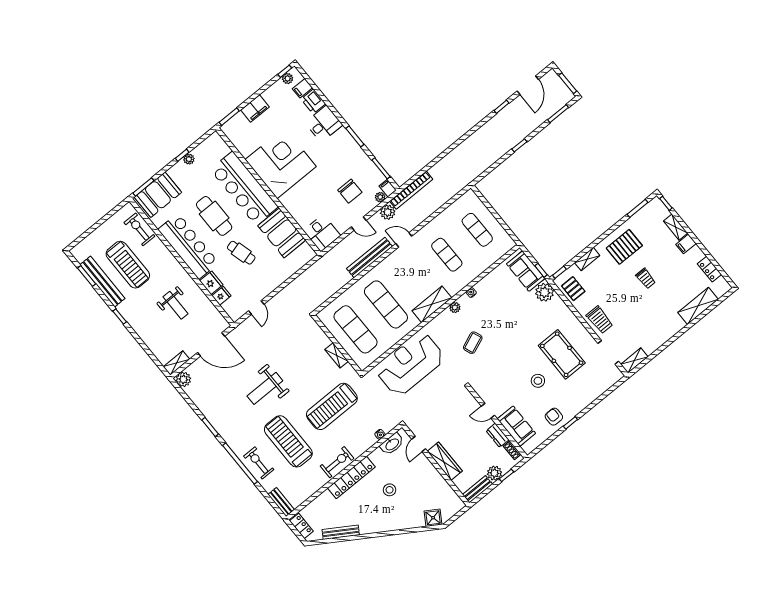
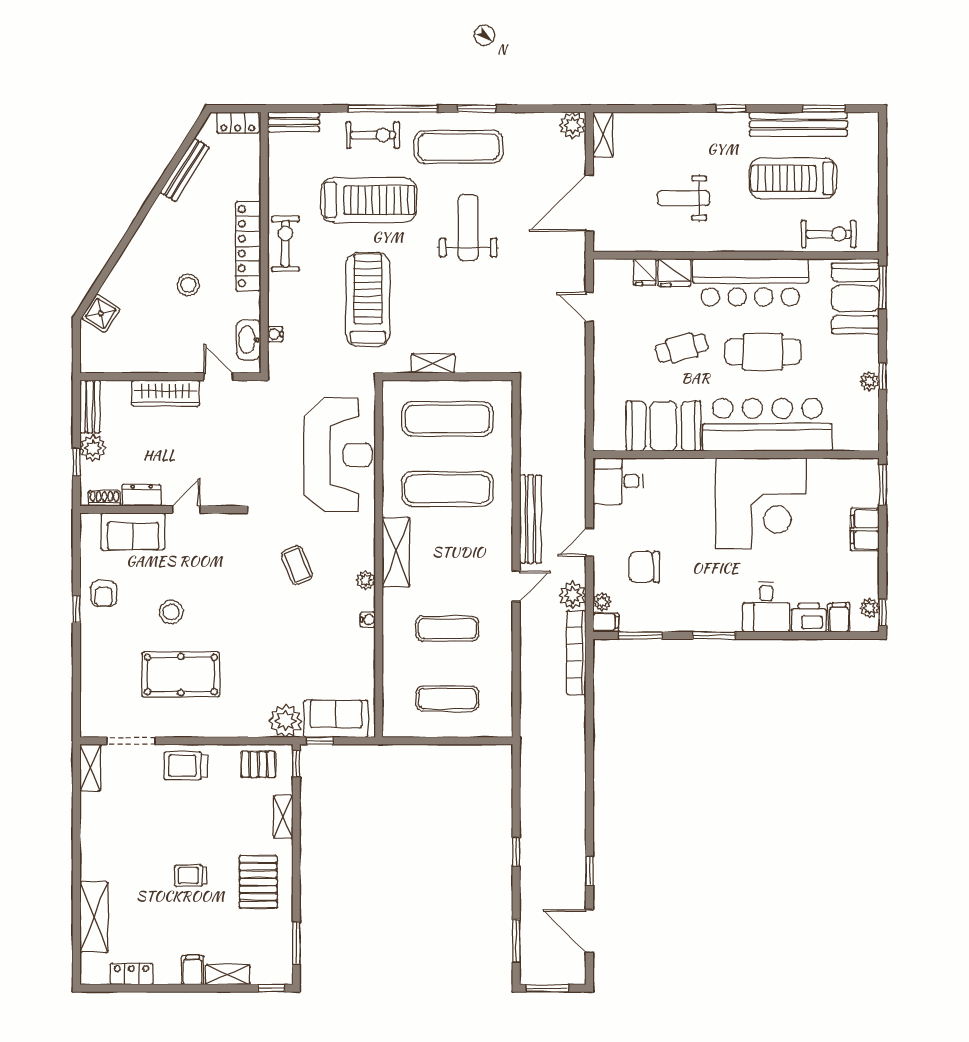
armchair: (554, 417) -> (104, 594), turned 90
exercise mat: (233, 421) -> (459, 147), added
exercise bike: (337, 462) -> (285, 244), turned 180

